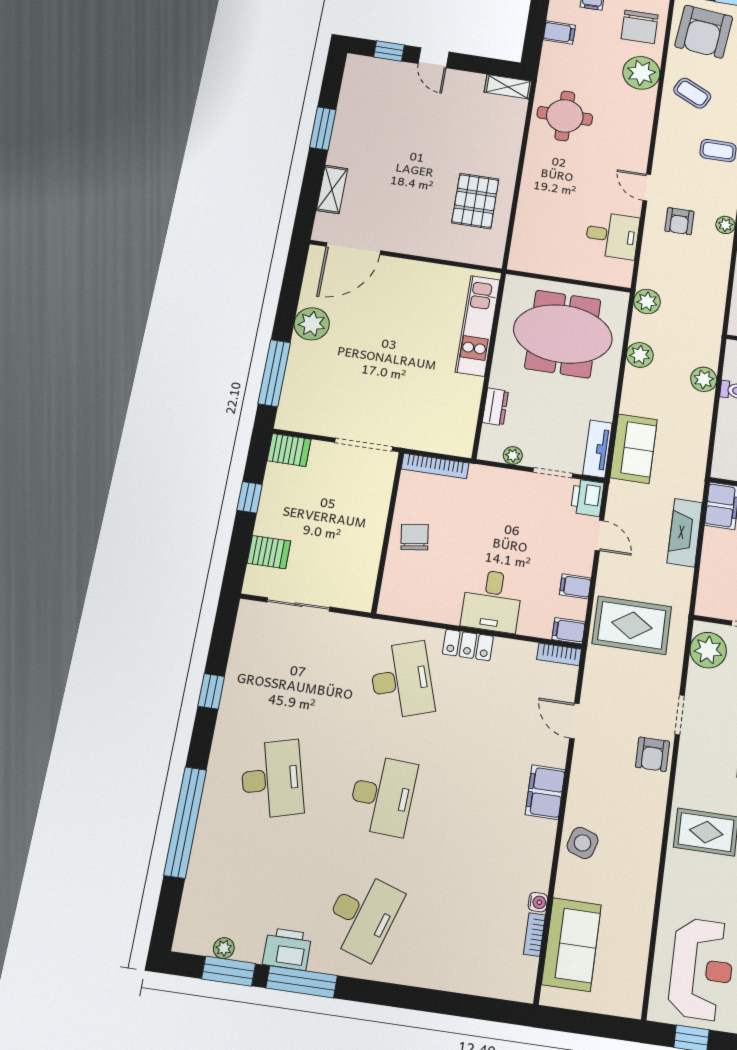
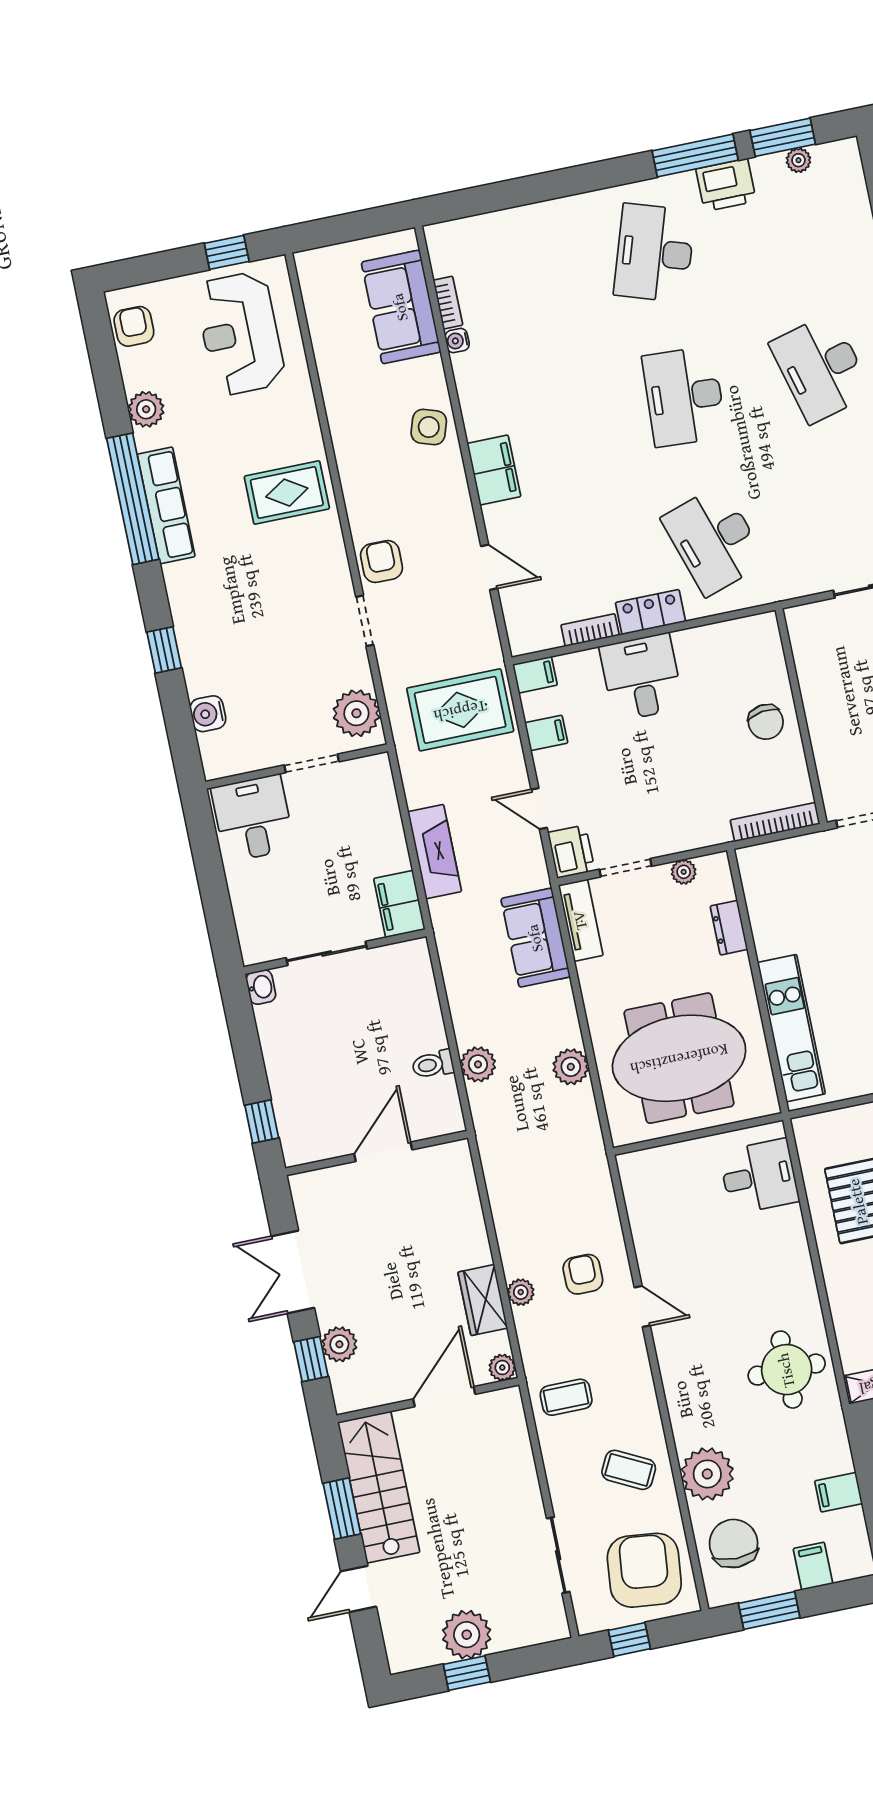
desk: (612, 235) -> (759, 1176), moved, turned 180
plant: (647, 301) -> (587, 1144), removed
bookcase: (559, 654) -> (590, 630), moved

